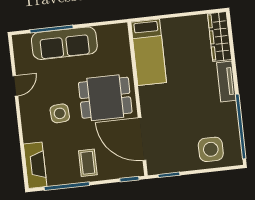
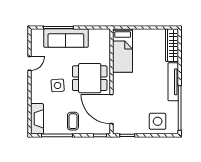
tv unit: (226, 81) -> (173, 82), width x1.41

